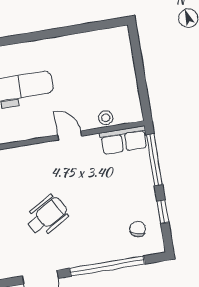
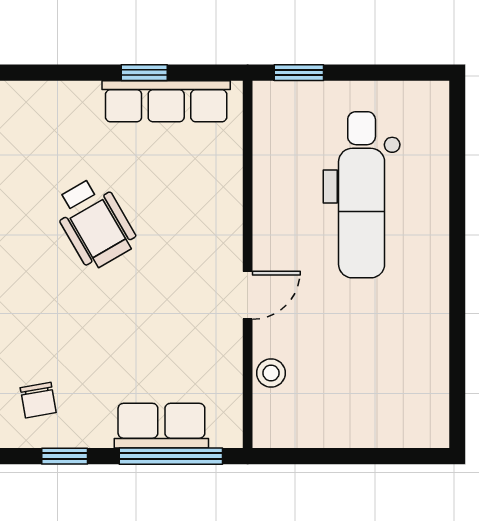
row of seats: (124, 140) -> (161, 426), moved, turned 90
chair: (138, 229) -> (38, 400), turned 63

